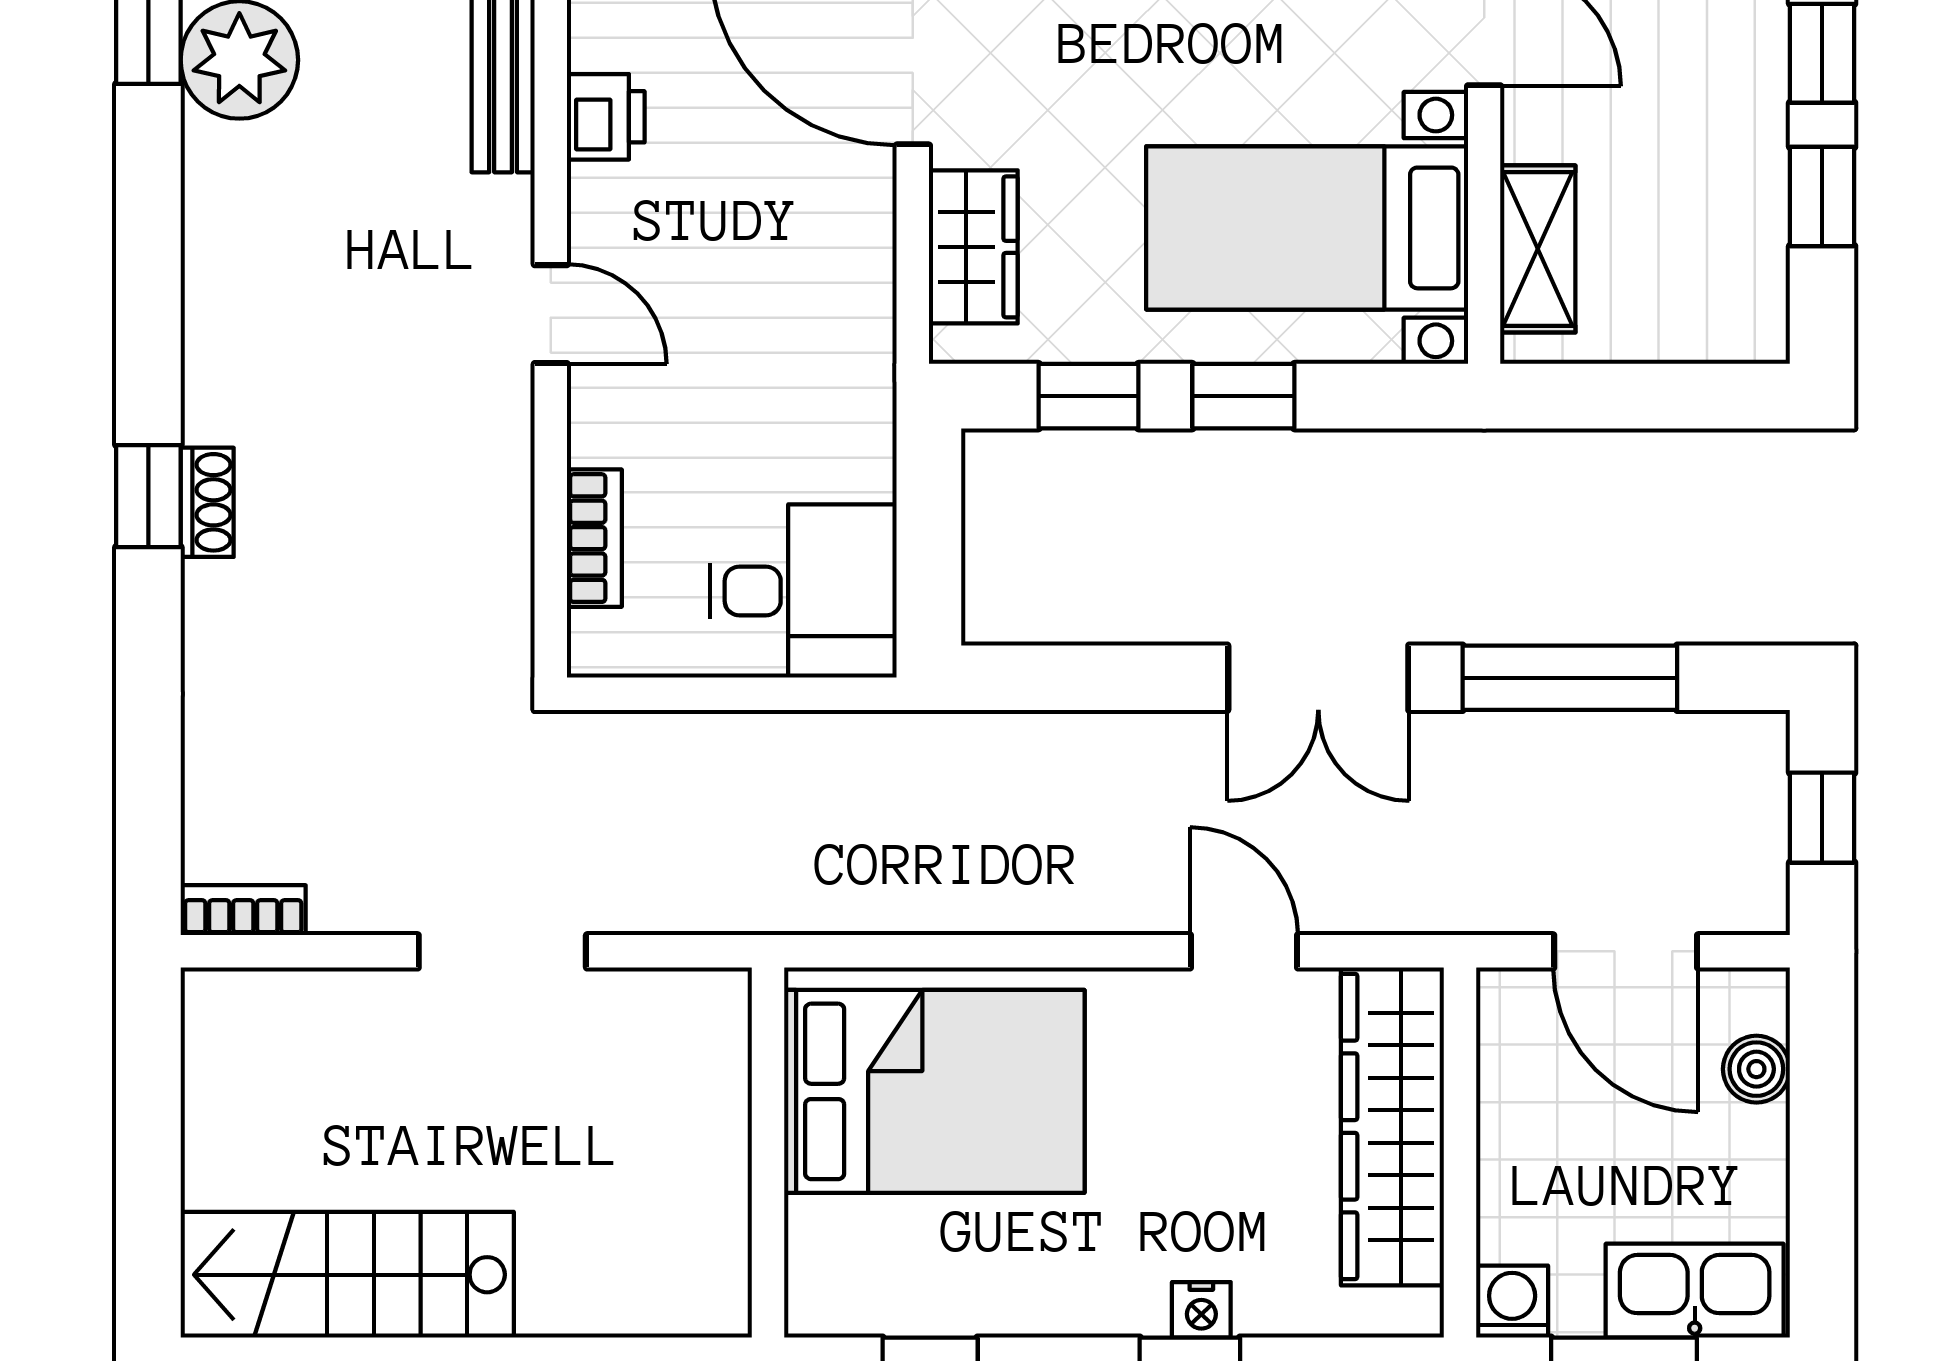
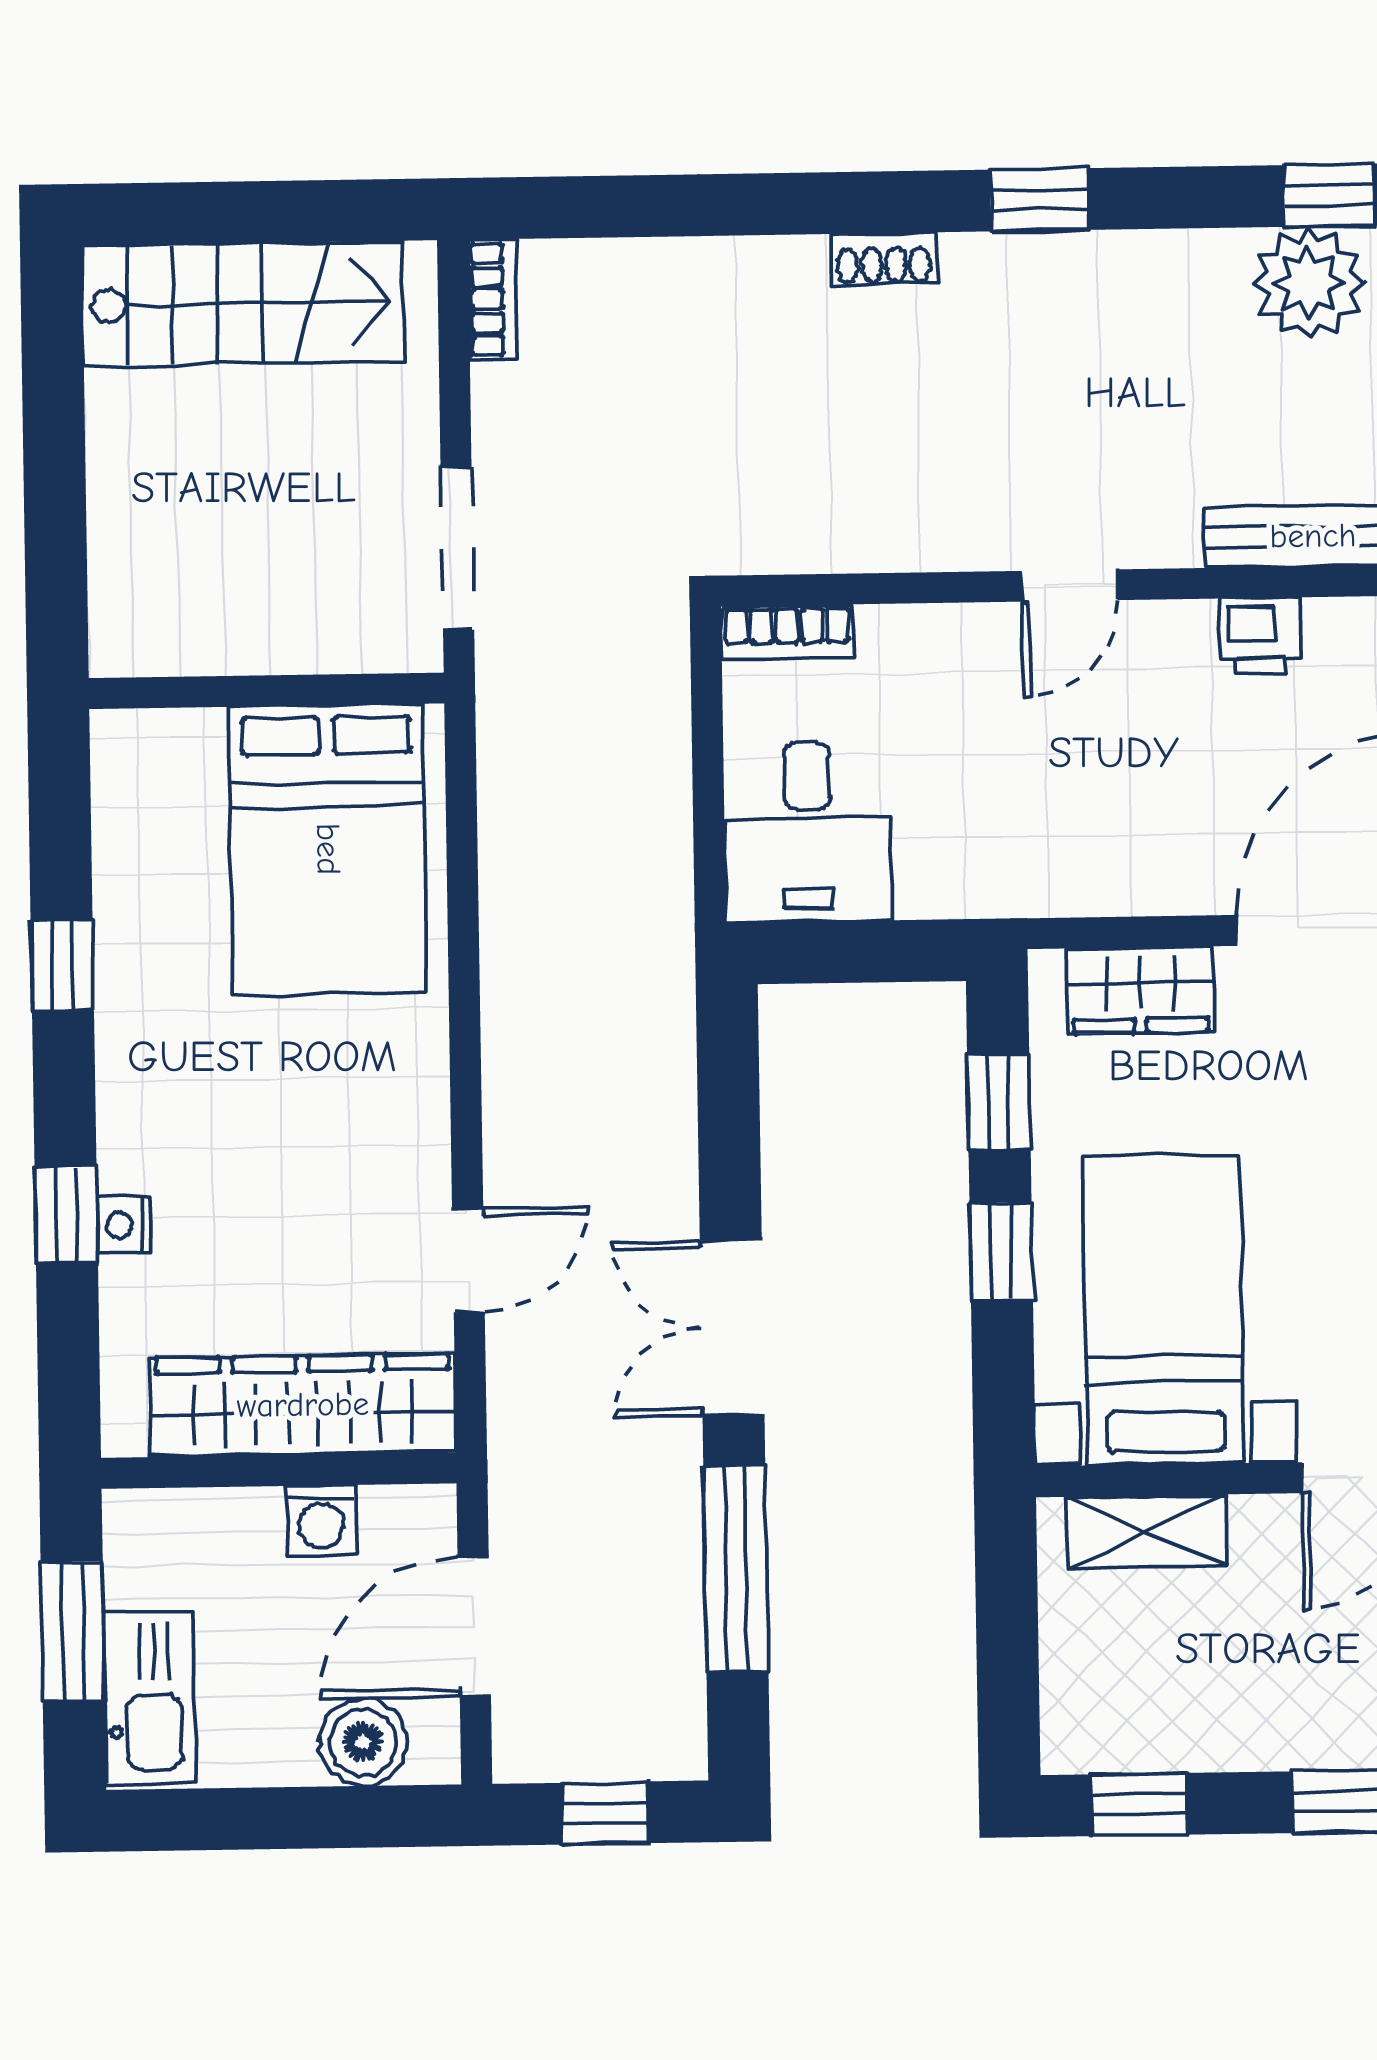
window: (1822, 197) -> (1139, 1805), moved
window: (148, 496) -> (1039, 200), moved
bookcase: (594, 538) -> (787, 632), moved
boiler: (1756, 1069) -> (363, 1742), width x1.36, depth x1.36
bed: (934, 1091) -> (328, 849), moved
wall: (768, 1152) -> (266, 691), moved
stairs: (347, 1275) -> (243, 304), moved, turned 90
washing machine: (1512, 1302) -> (321, 1520), moved, turned 90

